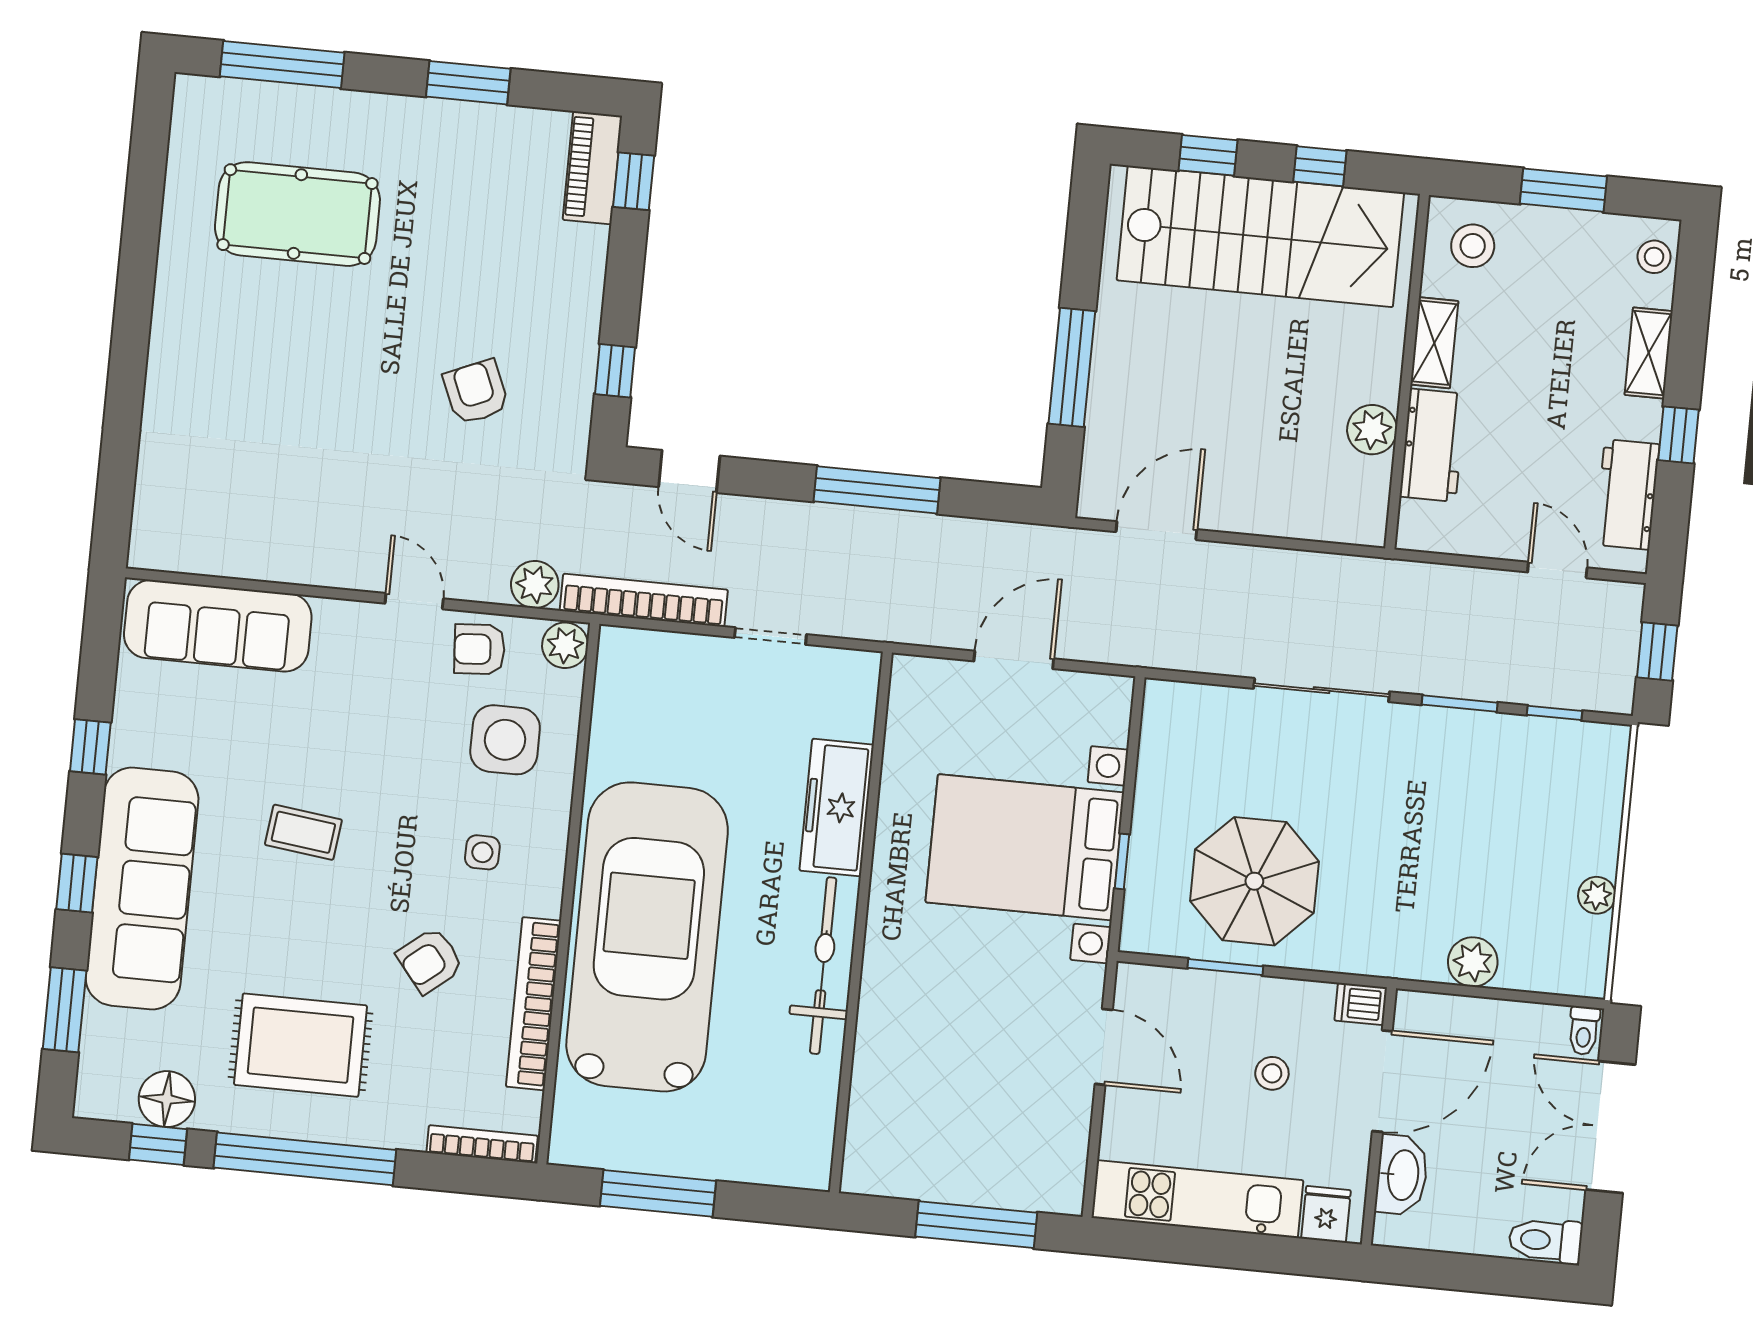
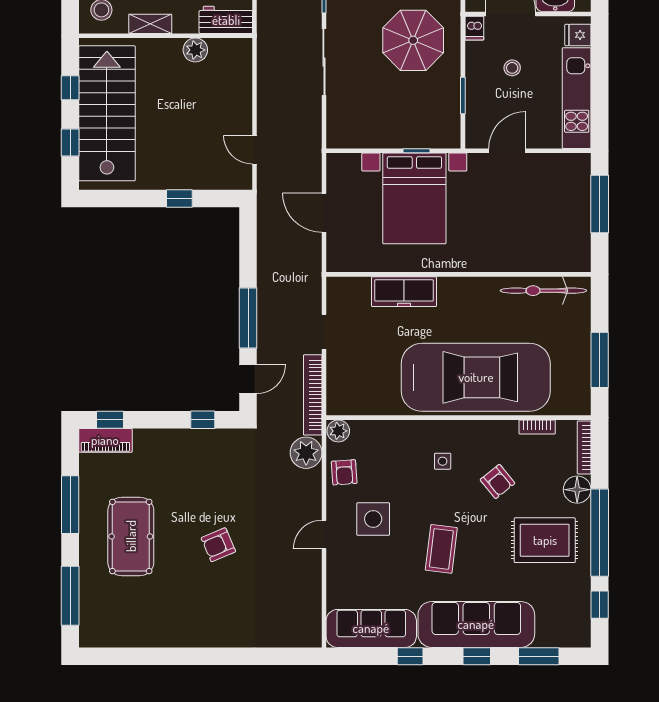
window: (468, 83) -> (70, 505), width x1.44
pool table: (297, 214) -> (131, 536), moved
window: (1072, 367) -> (179, 198), width x0.46
armchair: (476, 392) -> (218, 545), moved
workbench: (1433, 445) -> (226, 20), moved
window: (877, 490) -> (248, 318), moved
door: (1156, 531) -> (255, 150), width x0.73
plant: (535, 585) -> (306, 453), width x1.36, depth x1.36
door: (414, 601) -> (324, 535), moved
sofa: (218, 626) -> (371, 628), moved, turned -90
side table: (505, 740) -> (373, 519), moved
coffee table: (303, 832) -> (441, 549), width x1.36, depth x1.30
parasol: (1254, 881) -> (413, 40), moved
car: (647, 937) -> (476, 377), turned 180
bicycle: (823, 966) -> (543, 291), moved
bookcase: (533, 1004) -> (537, 427), width x0.43, depth x0.76
rug: (301, 1045) -> (545, 540), turned 90
floor lamp: (167, 1099) -> (577, 490), moved

